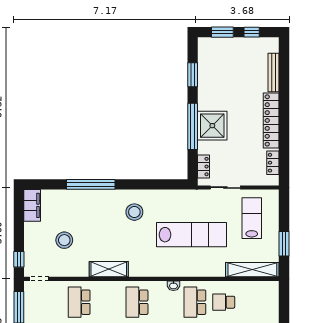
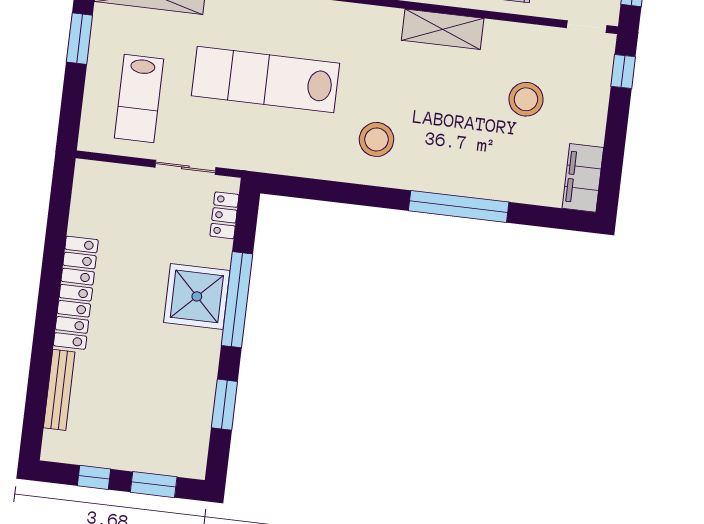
locker: (273, 163) -> (82, 206), removed

